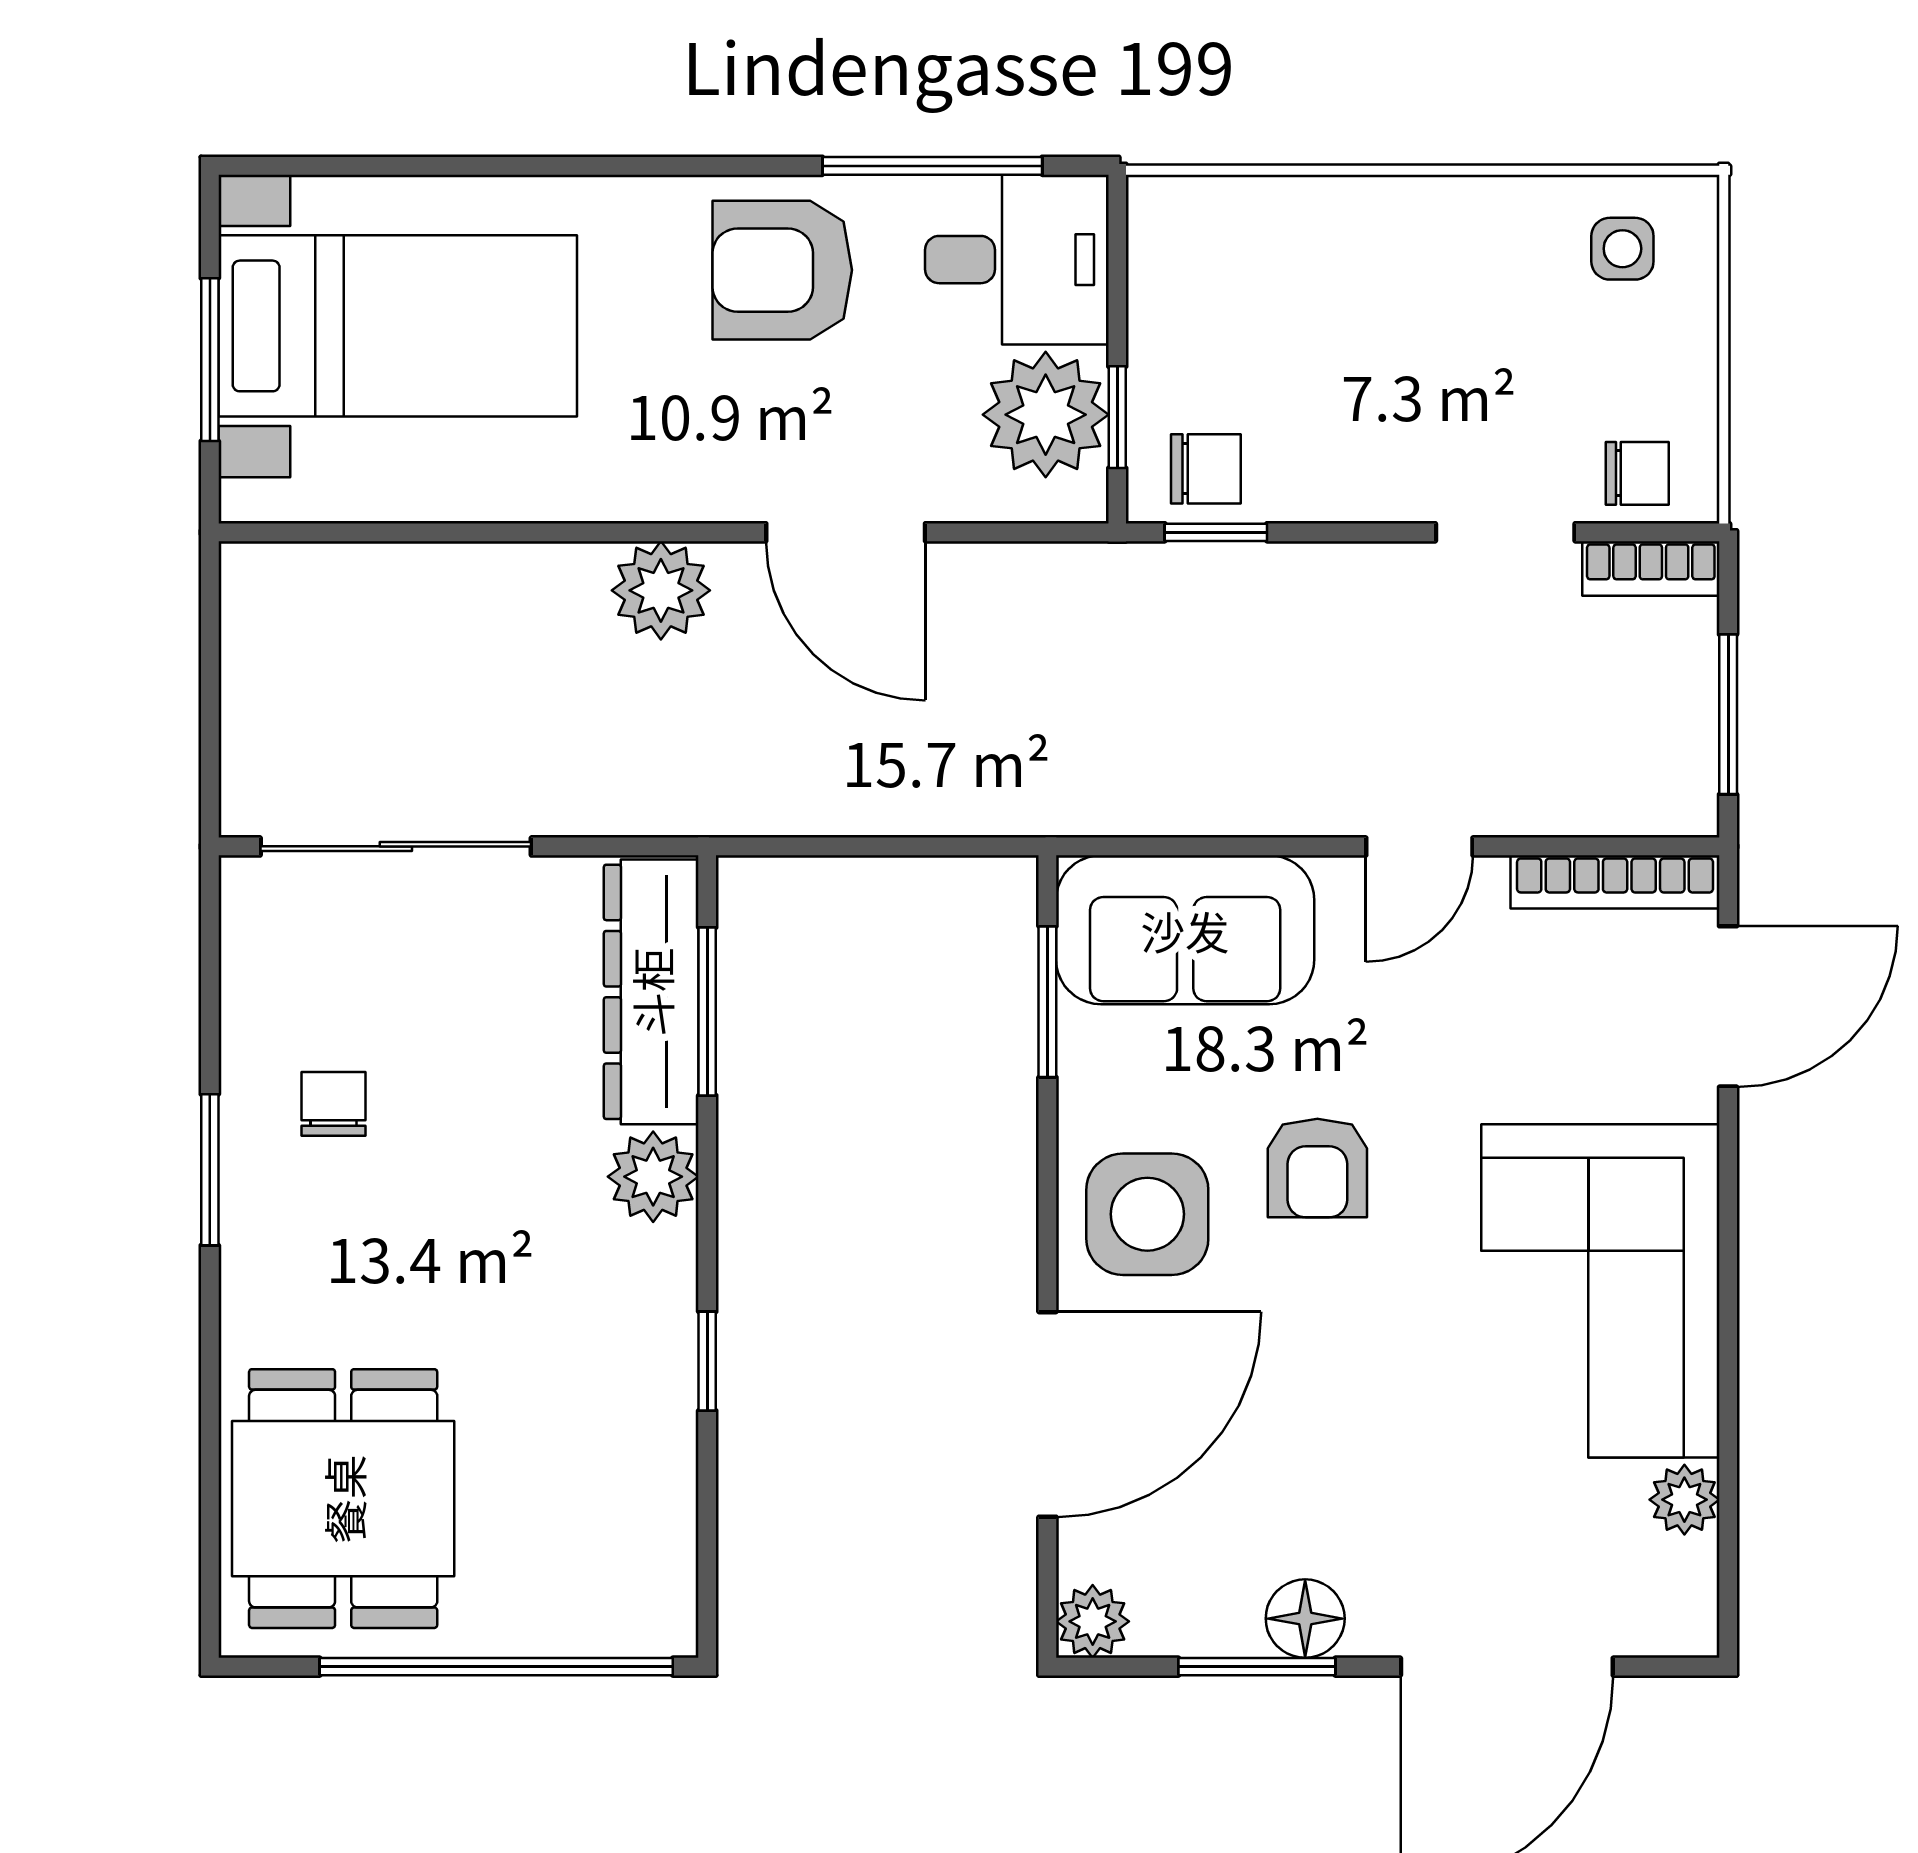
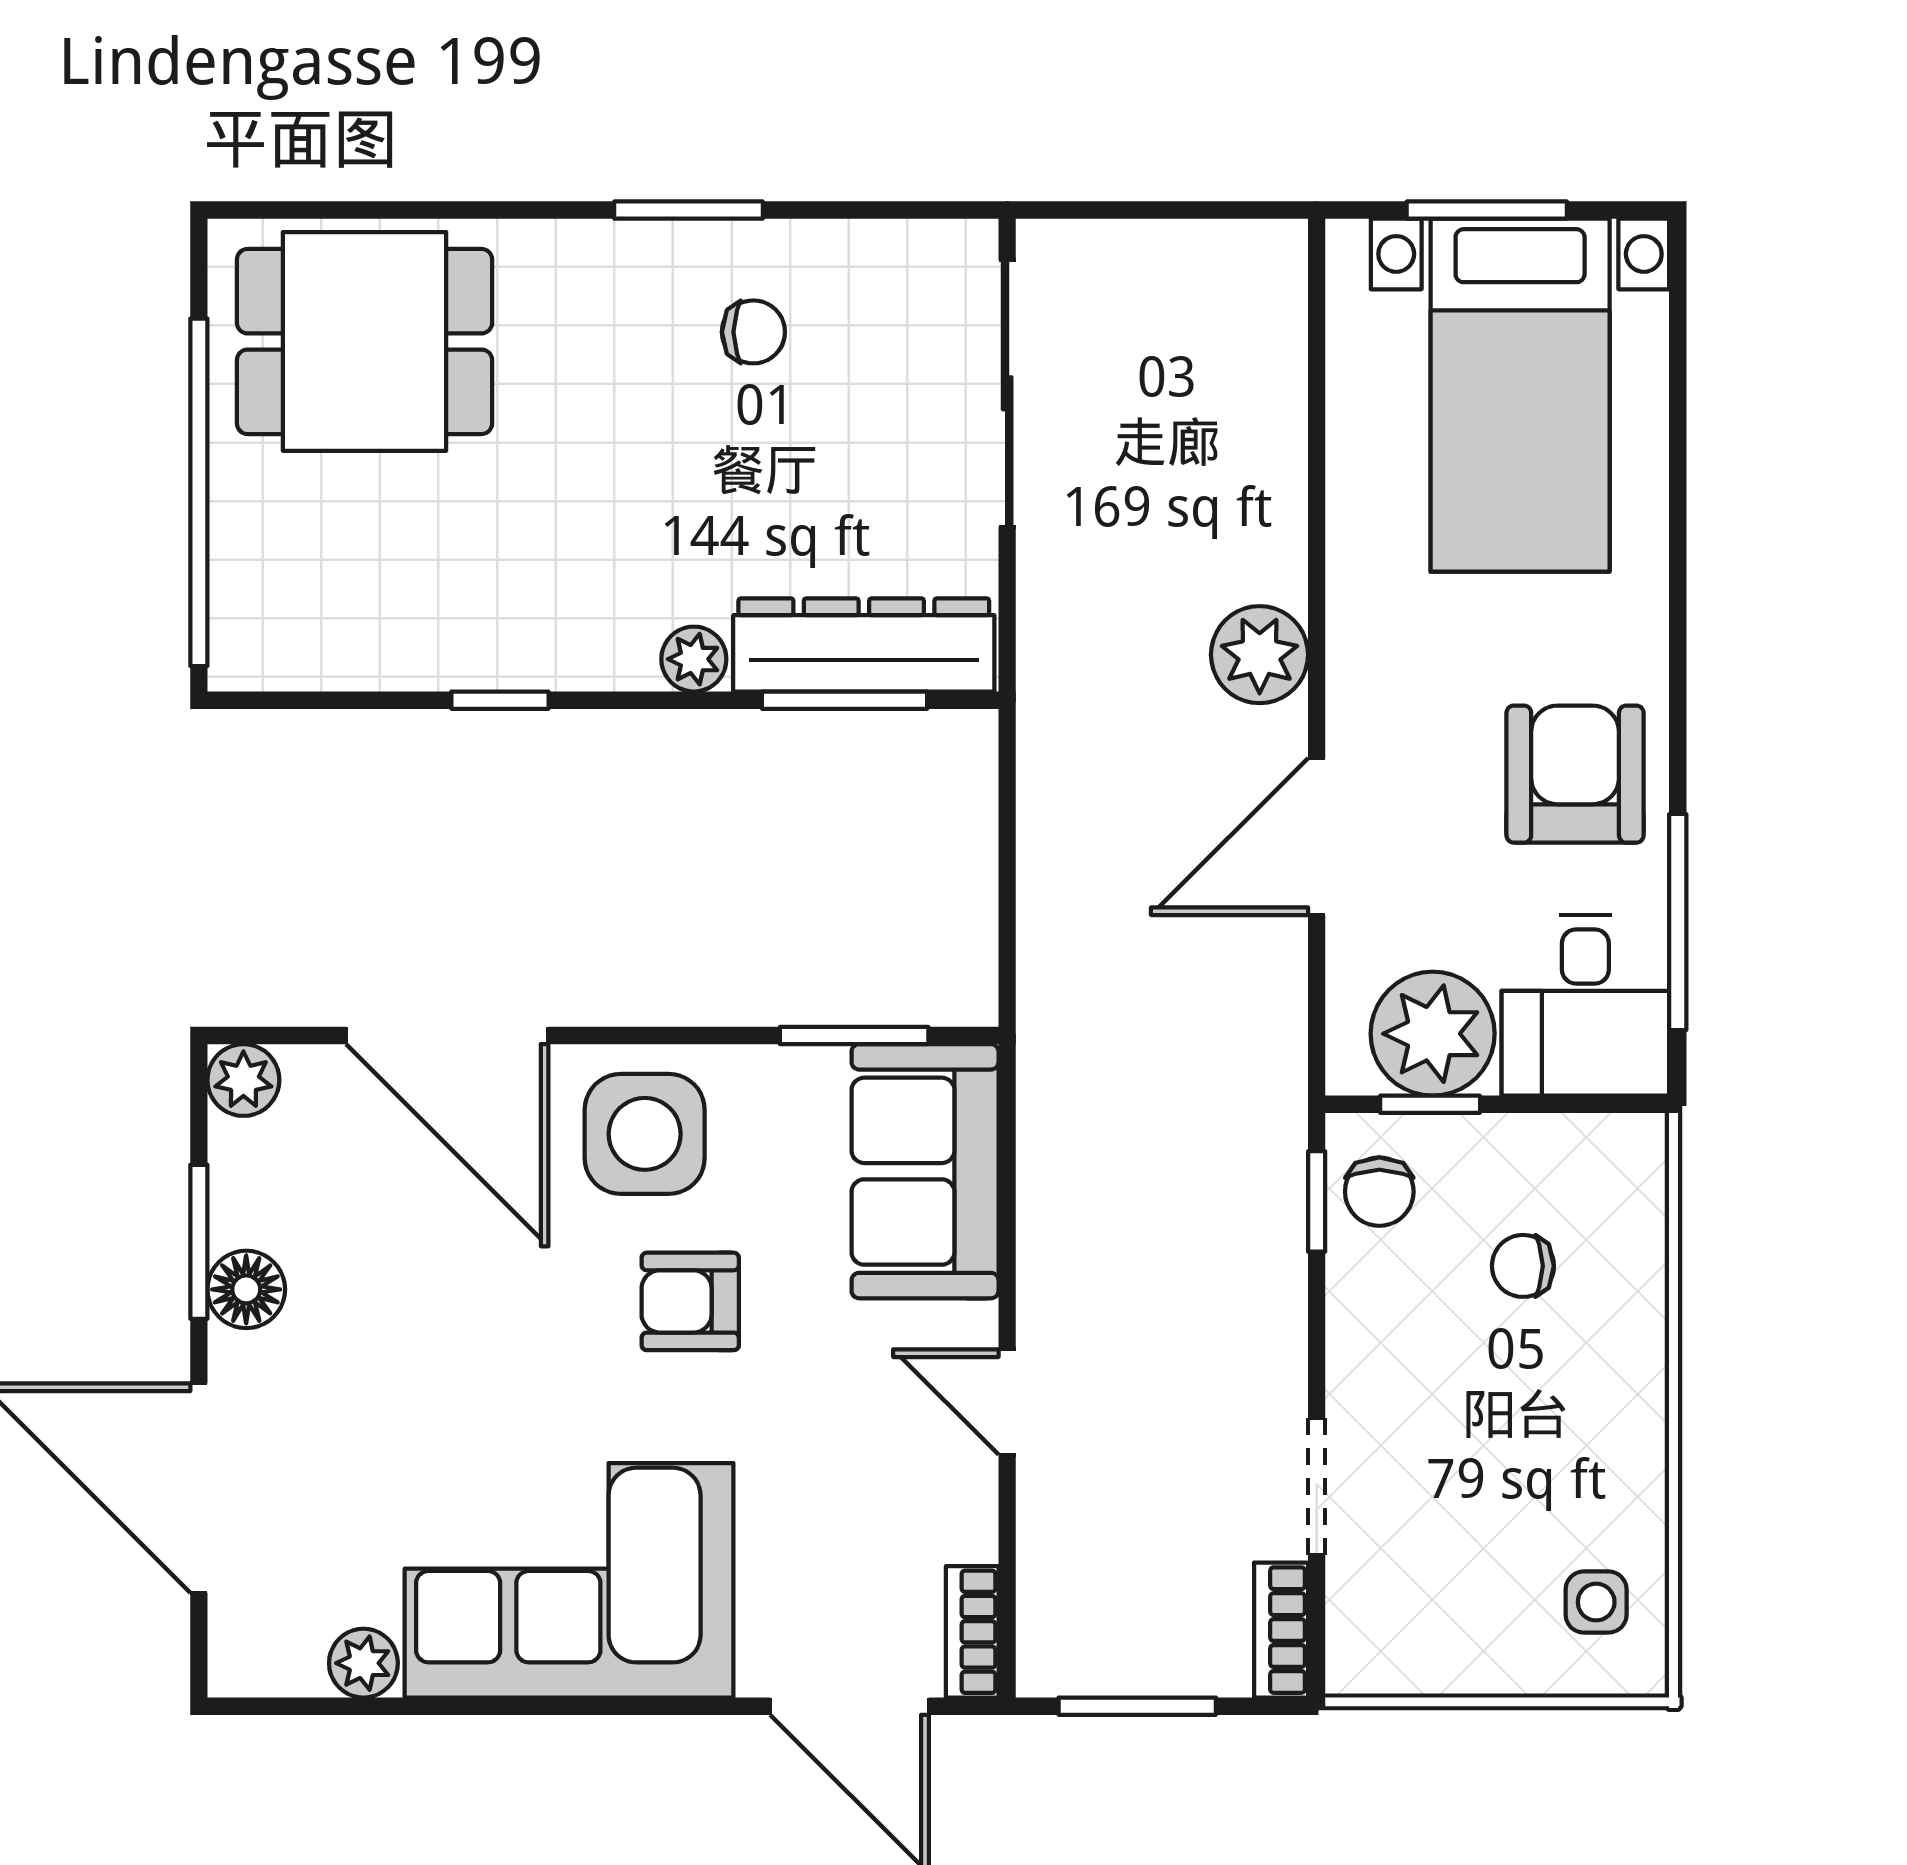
chair: (1637, 473) -> (1523, 1266), moved, turned 90
bookcase: (1615, 882) -> (972, 1632), width x0.64
plant: (653, 1177) -> (694, 659), width x0.73, depth x0.73

